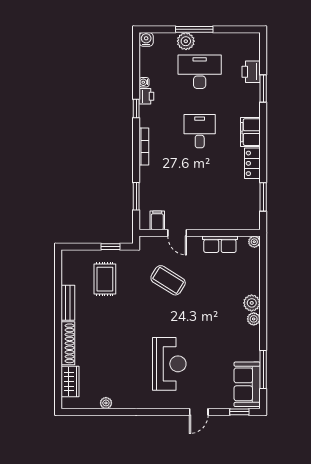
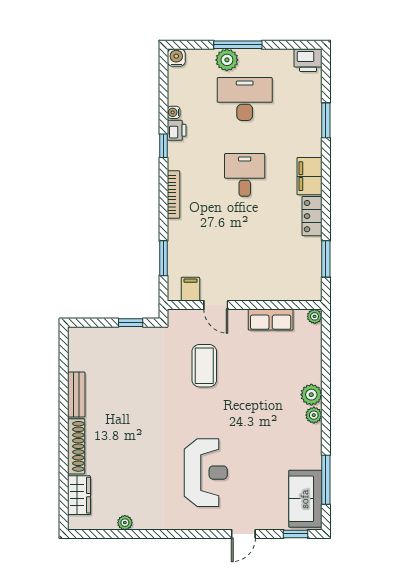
printer: (251, 72) -> (308, 60), moved, turned -90
rug: (105, 279) -> (123, 364), removed
coffee table: (168, 280) -> (204, 366), turned 58

